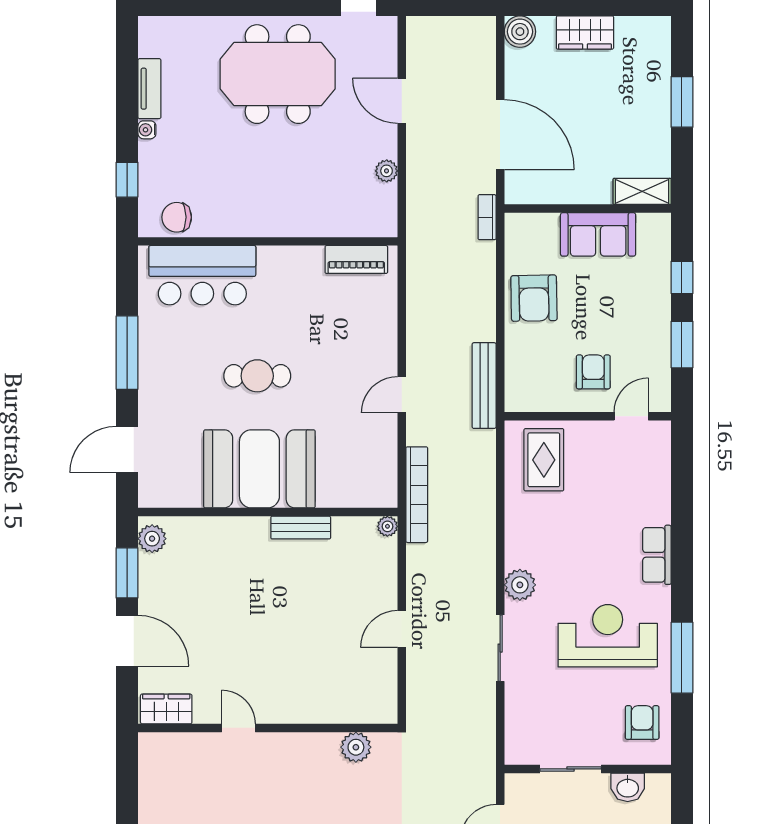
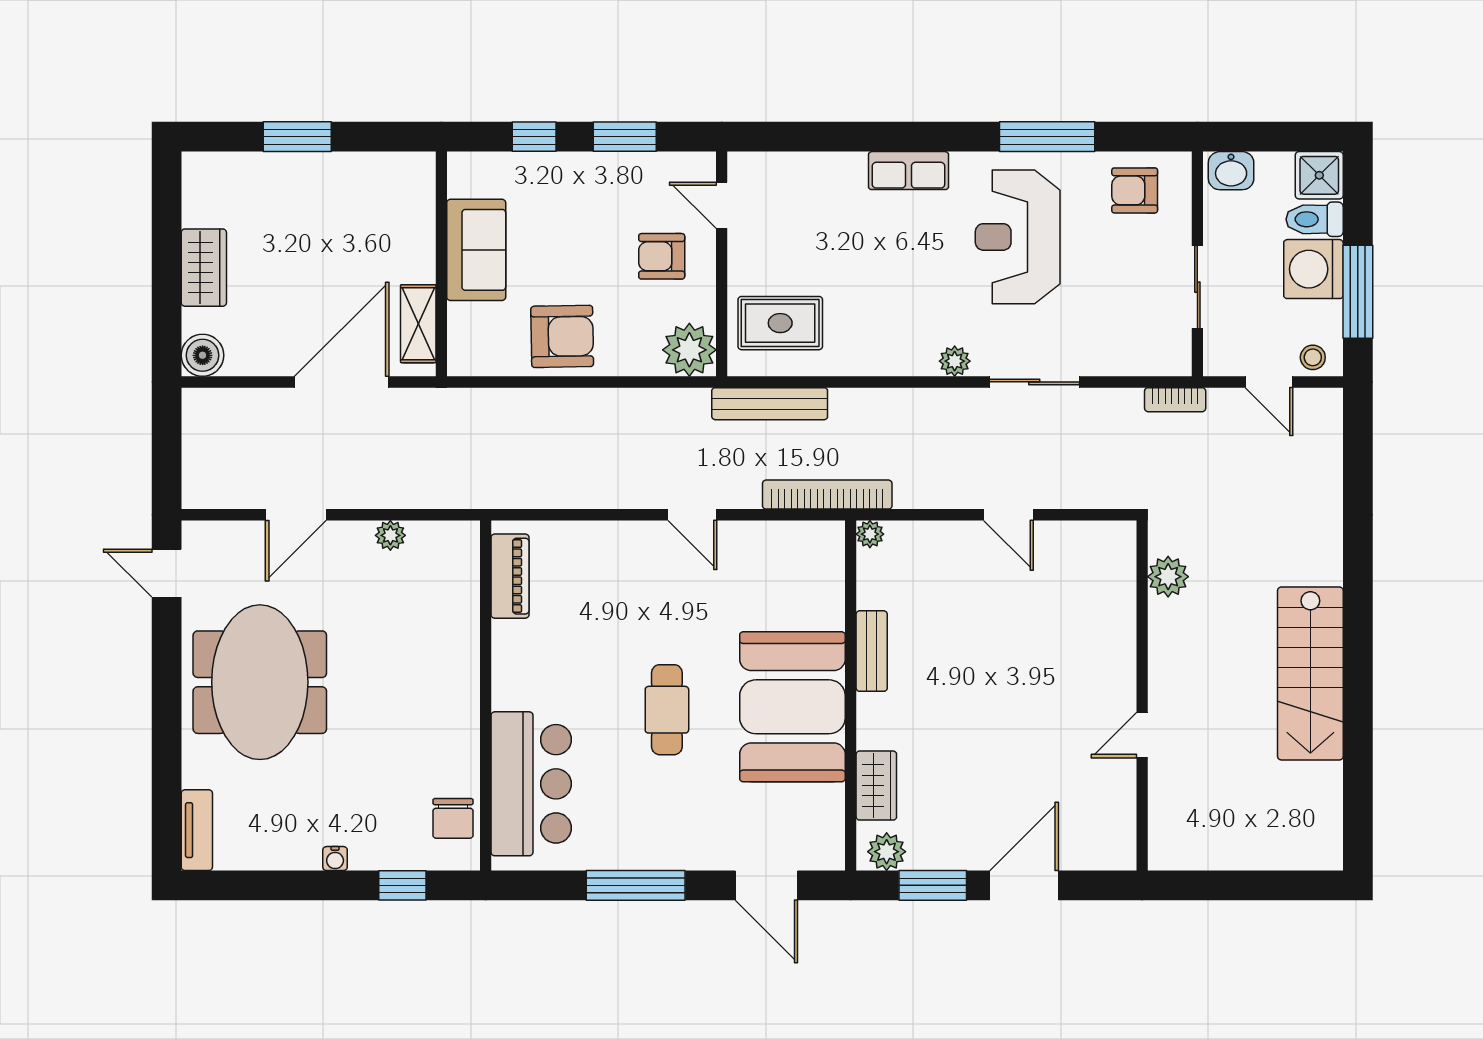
tv unit: (149, 89) -> (197, 830), moved, turned 90
shelving: (642, 191) -> (418, 324), moved
bookcase: (487, 217) -> (1175, 400), moved
bench: (484, 386) -> (770, 404), moved
plant: (524, 392) -> (689, 350), added
plant: (520, 585) -> (955, 361), width x0.73, depth x0.73
wardrobe: (166, 709) -> (876, 786), moved, turned 180
washbasin: (628, 787) -> (1231, 171), moved, turned 90

